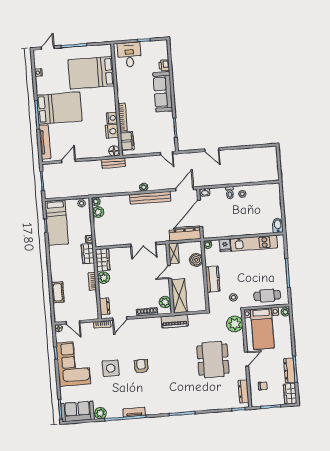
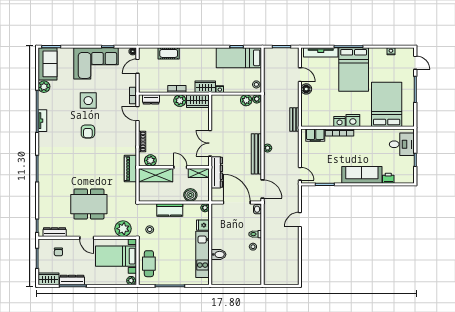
nightstand: (112, 131) -> (353, 121), moved
floor lamp: (114, 151) -> (306, 89), moved
door: (167, 153) -> (300, 174), swing flipped
bidet: (278, 225) -> (219, 254), moved
dresser: (185, 234) -> (217, 172), moved
armchair: (141, 366) -> (88, 131), turned 90

